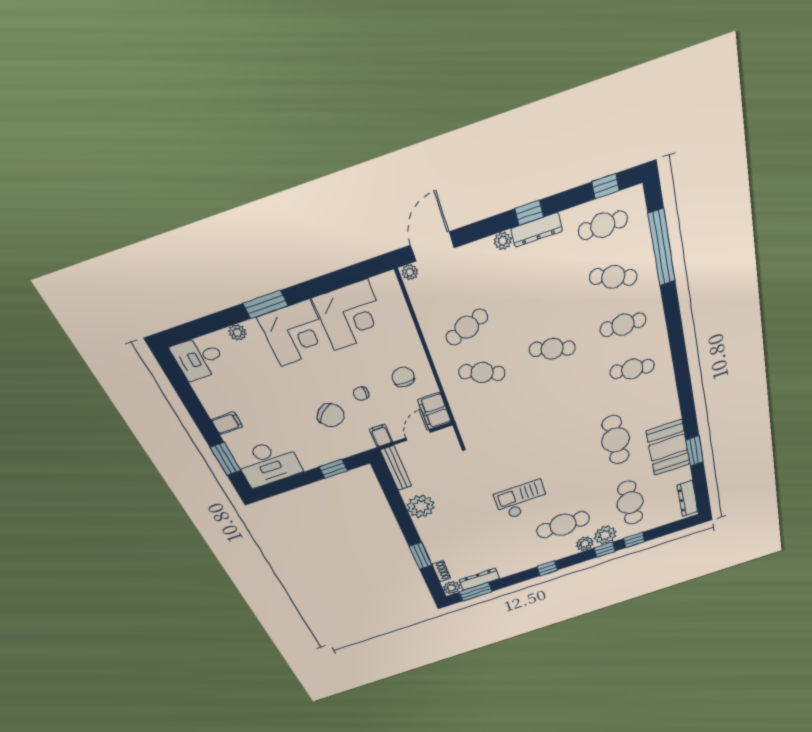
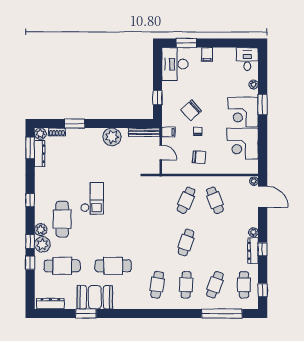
filing cabinet: (434, 411) -> (172, 167), removed

